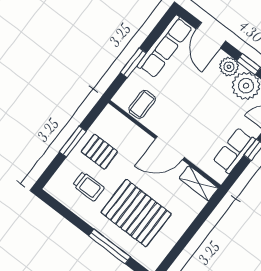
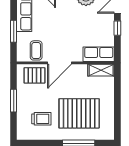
door: (170, 148) -> (60, 63), moved
row of seats: (234, 150) -> (99, 54), moved, turned 90
pallet: (99, 152) -> (34, 75), moved

